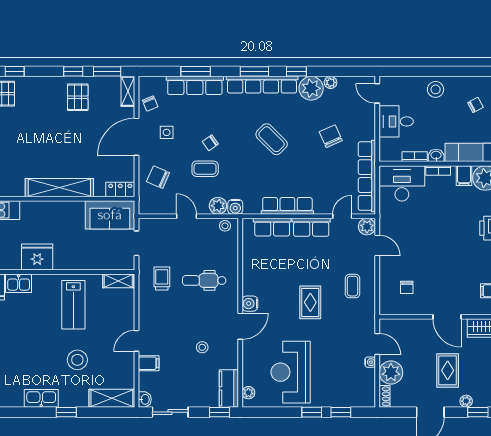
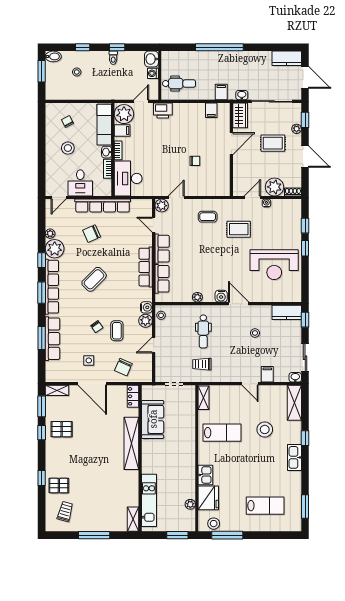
stool: (436, 89) -> (68, 148), moved
chair: (150, 104) -> (66, 373), removed
row of seats: (367, 176) -> (103, 206), moved
sofa: (110, 215) -> (153, 419), moved
fridge: (37, 257) -> (185, 461), removed
chair: (407, 287) -> (195, 161), moved
rug: (310, 302) -> (239, 229), moved
plant: (248, 393) -> (197, 297), moved

